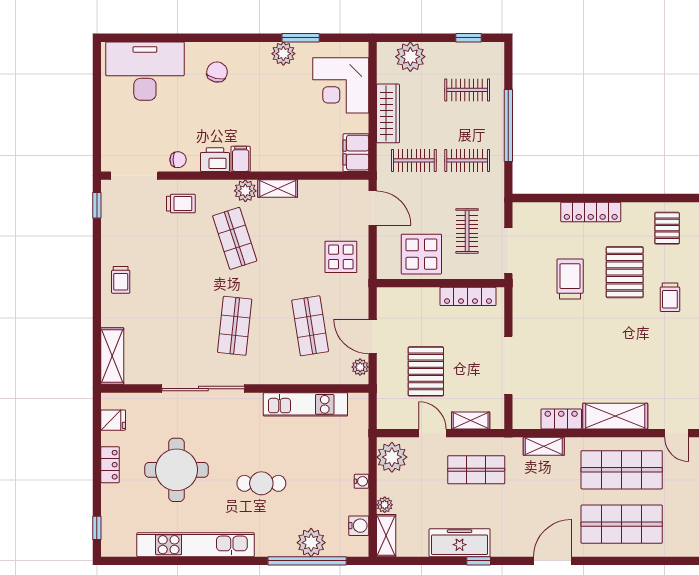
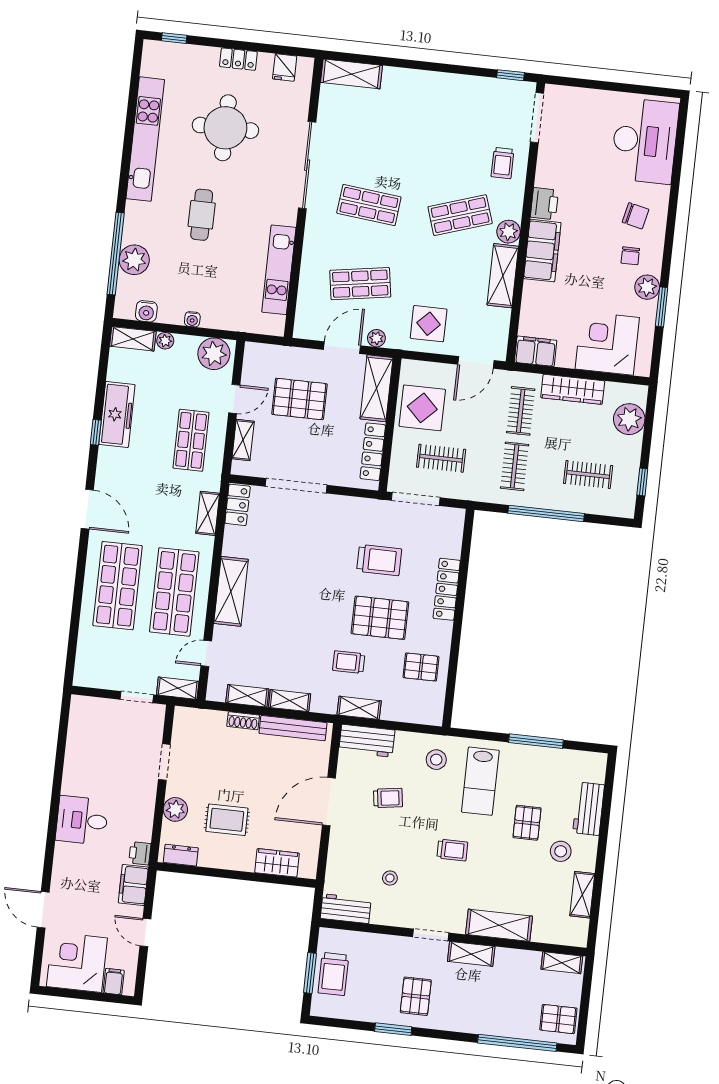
clothes rail: (467, 90) -> (588, 474), turned 90
filing cabinet: (241, 159) -> (542, 251), width x3.00, depth x1.17
chair: (178, 160) -> (630, 256), moved
shelving: (278, 189) -> (503, 276), width x1.50, depth x1.33
trolley: (121, 280) -> (430, 91), removed
shelving: (408, 300) -> (376, 388), added
plant: (360, 367) -> (376, 338), moved
locker: (561, 419) -> (238, 505), moved

